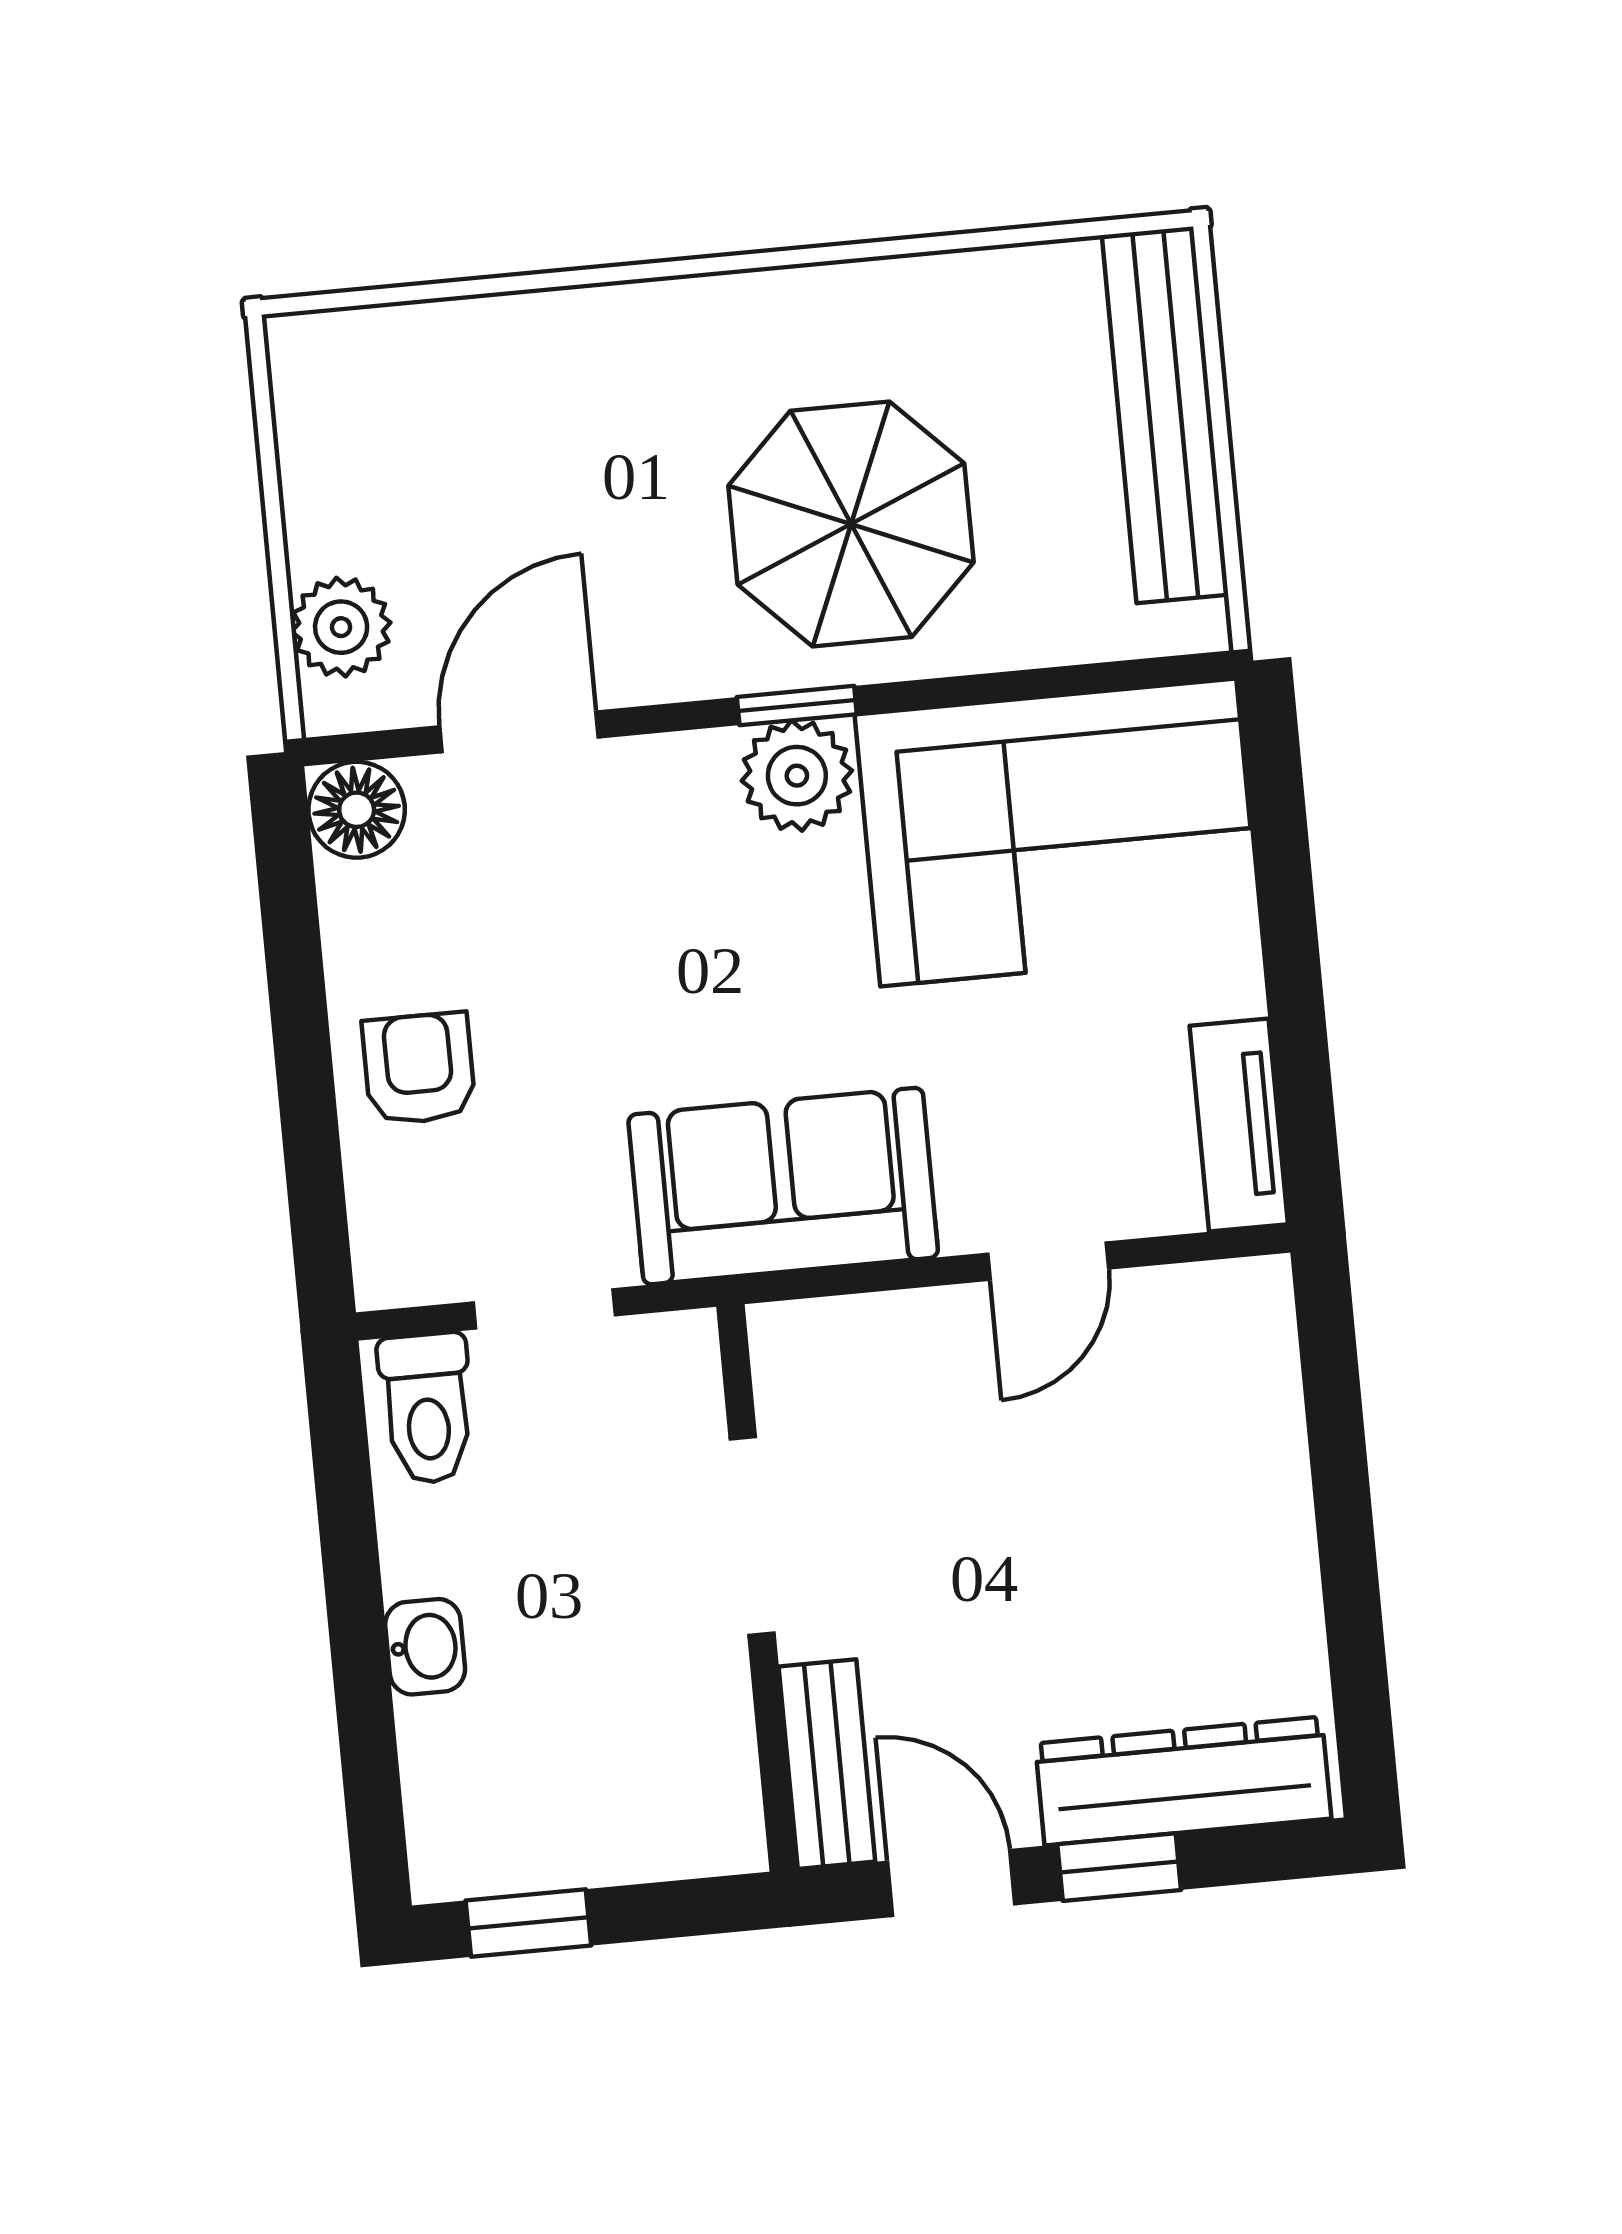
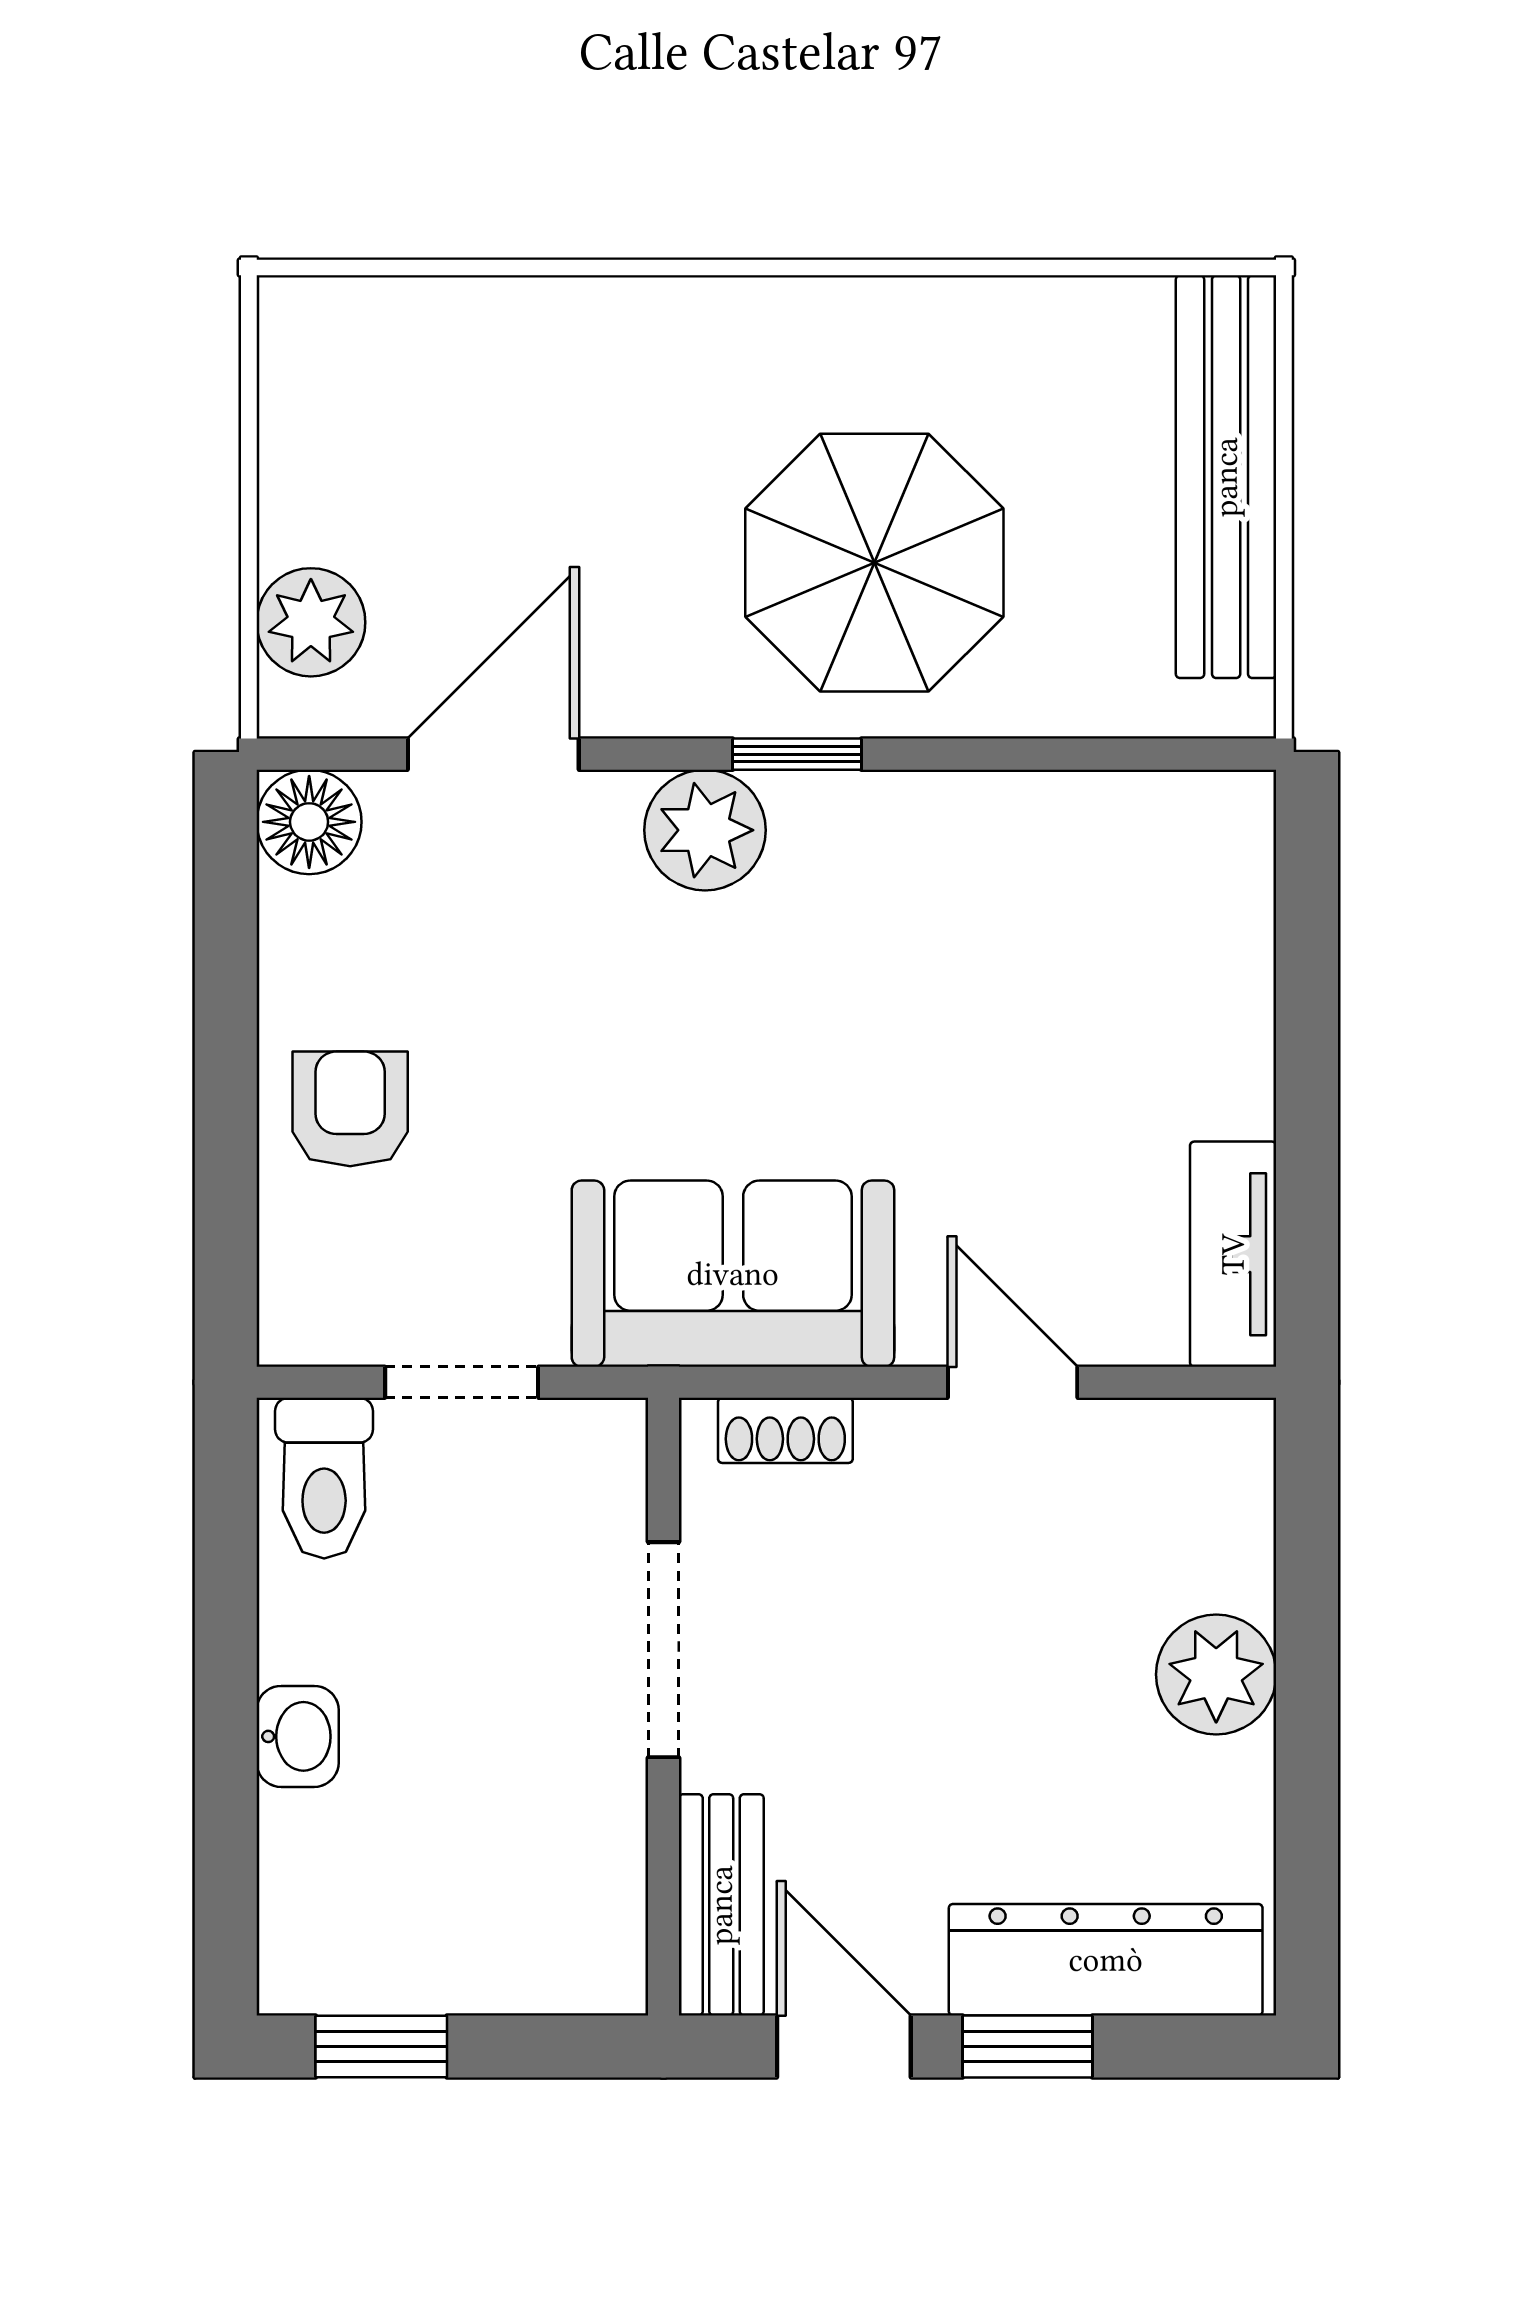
plant: (797, 776) -> (705, 830), moved
corner sofa: (1058, 832) -> (1067, 918), removed
door: (1048, 1261) -> (1013, 1382), swing flipped
shoe rack: (845, 1325) -> (785, 1430), added
plant: (1259, 1511) -> (1216, 1674), added

